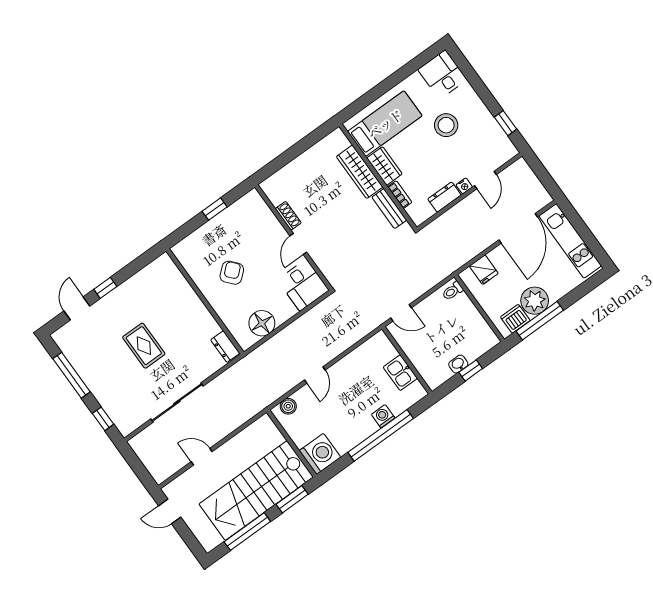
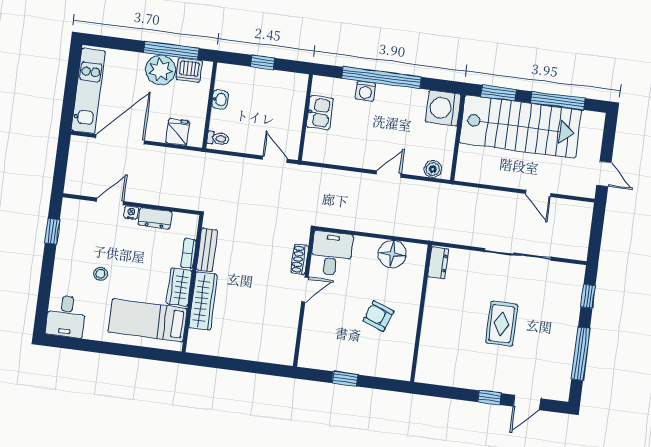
stool: (446, 125) -> (100, 274), width x0.53, depth x0.53
shoe rack: (288, 216) -> (300, 259), moved
armchair: (232, 273) -> (378, 316), turned 62
washbasin: (458, 364) -> (220, 99), moved, turned -90

